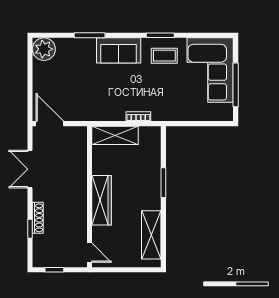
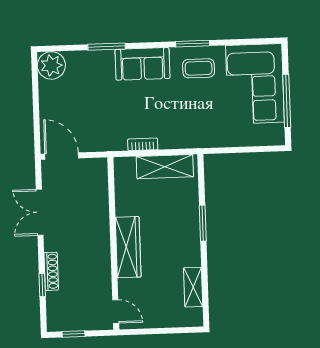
bookcase: (138, 116) -> (143, 144), moved
shelving: (115, 135) -> (165, 167), moved
shelving: (151, 235) -> (193, 287), width x0.67, depth x0.75

